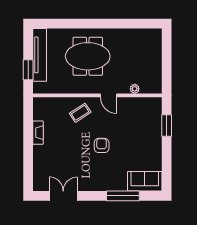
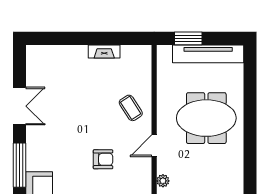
meeting table: (88, 56) -> (206, 118), turned 90
armchair: (102, 145) -> (103, 159), moved
double door: (63, 196) -> (20, 106), moved

